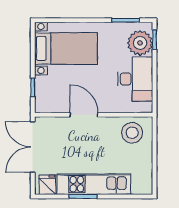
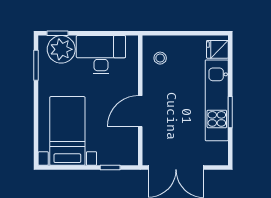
stool: (132, 133) -> (160, 58), width x0.53, depth x0.53
fridge: (47, 185) -> (217, 49), moved

